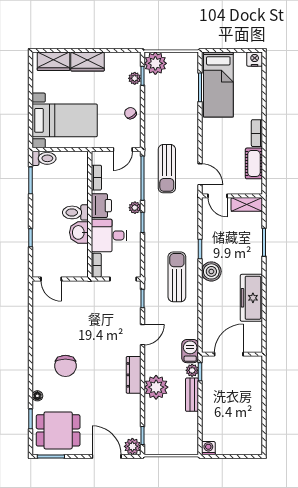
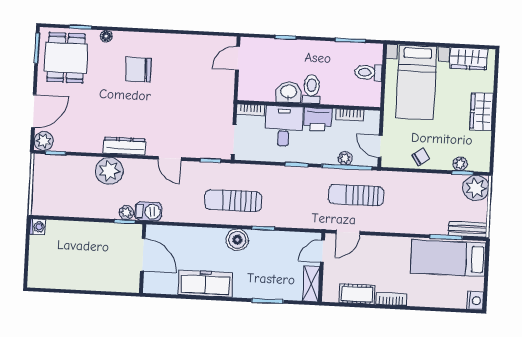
wardrobe: (54, 61) -> (468, 59), moved, turned -90
toilet: (44, 158) -> (368, 72), moved, turned 90
plant: (135, 208) -> (345, 158), moved
sun lounger: (177, 277) -> (233, 201), turned 180
bench: (192, 395) -> (468, 229), moved

